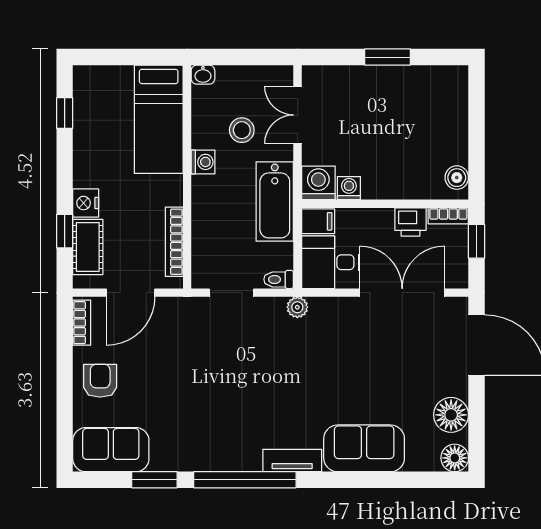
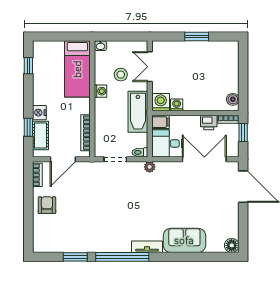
floor lamp: (451, 415) -> (230, 223), removed
sofa: (111, 450) -> (52, 241), removed

